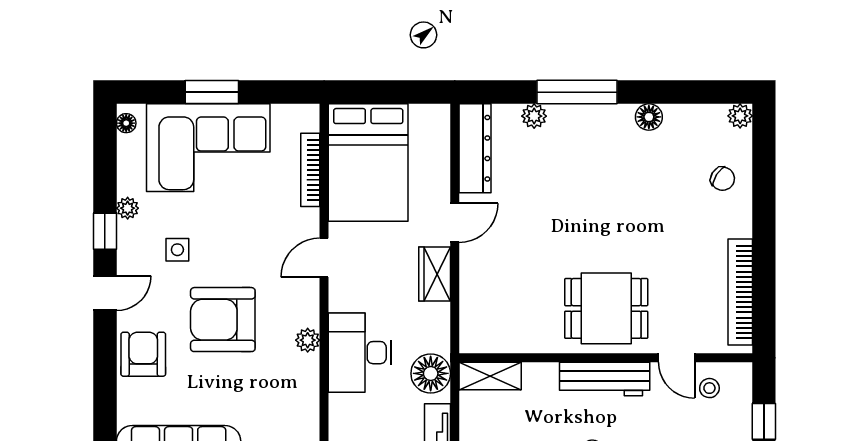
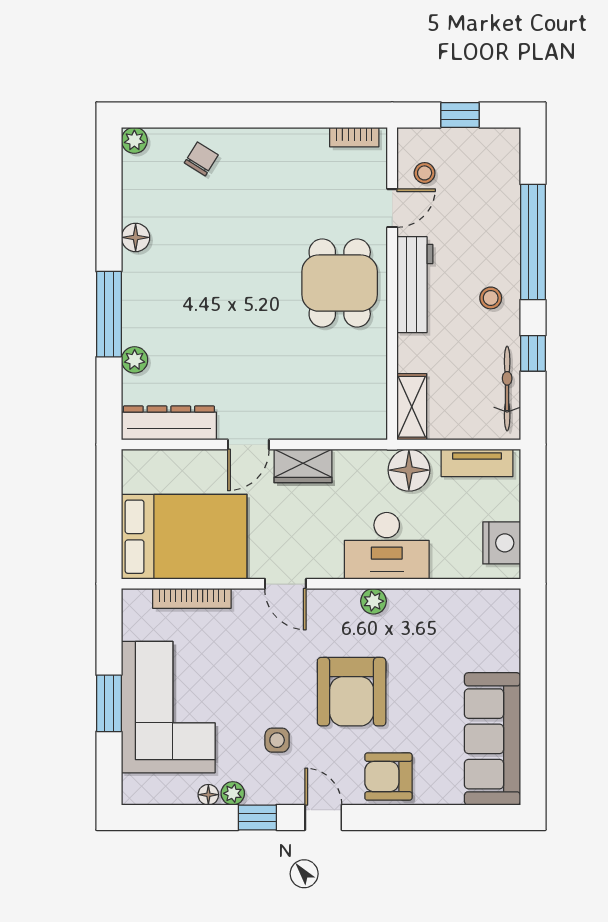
floor lamp: (126, 123) -> (208, 795), moved
door: (455, 223) -> (248, 444), swing flipped
bookcase: (740, 292) -> (354, 137), width x0.43, depth x0.76

